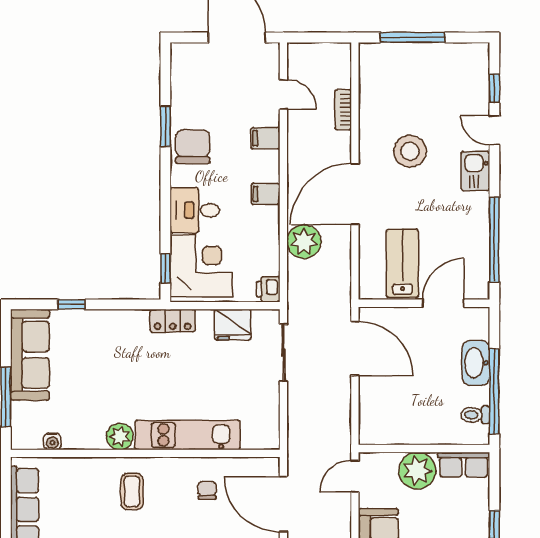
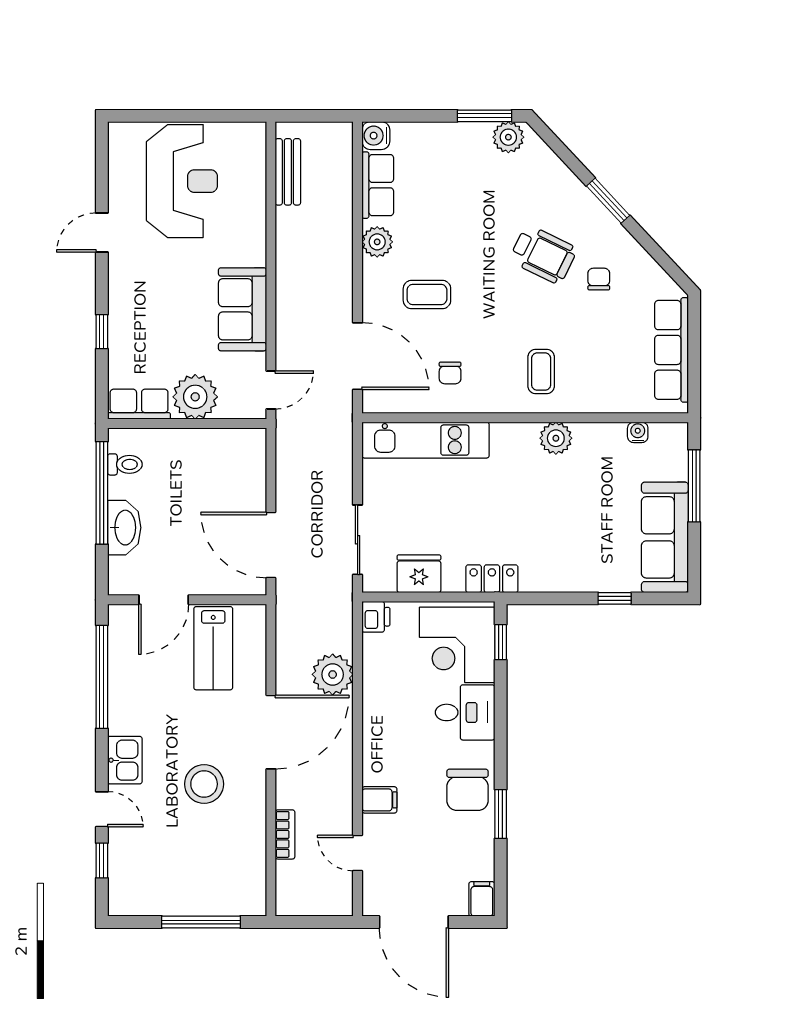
filing cabinet: (266, 194) -> (482, 899), moved, turned -90
kitchen unit: (188, 435) -> (426, 440), moved

